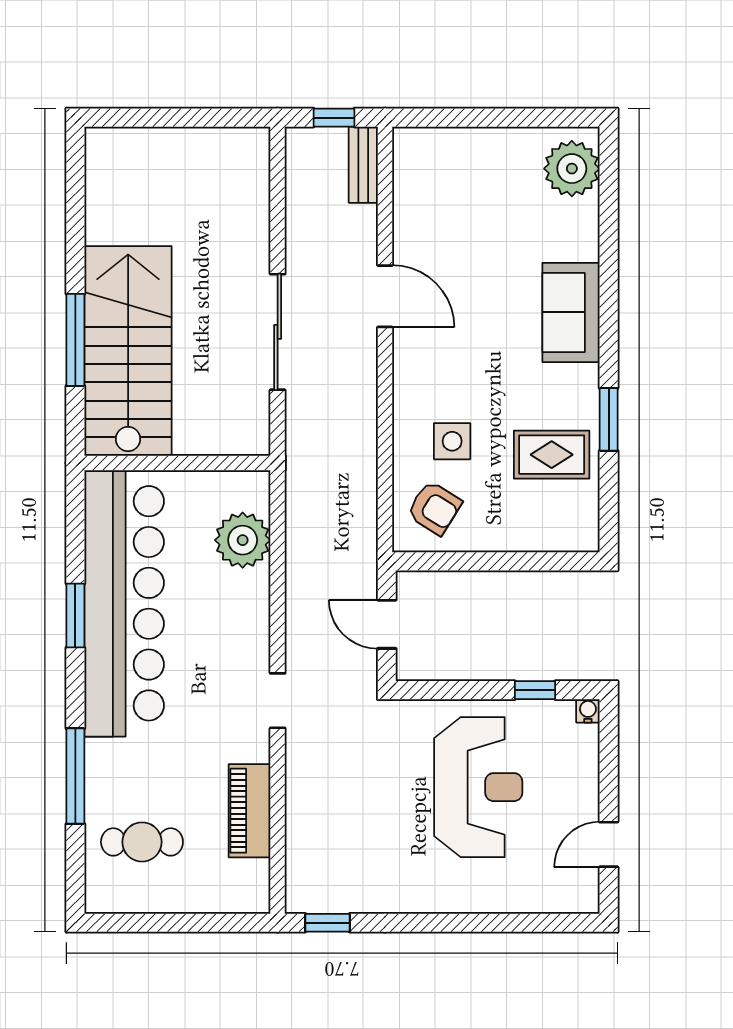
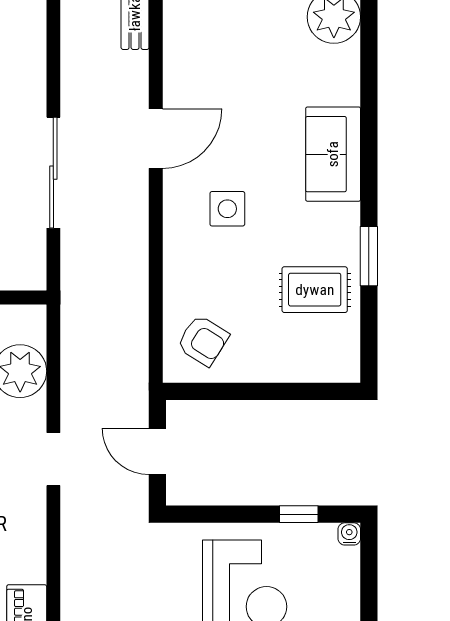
door: (385, 296) -> (156, 139), hinge flipped
side table: (452, 441) -> (227, 209), moved
doorway: (278, 701) -> (53, 459), moved

